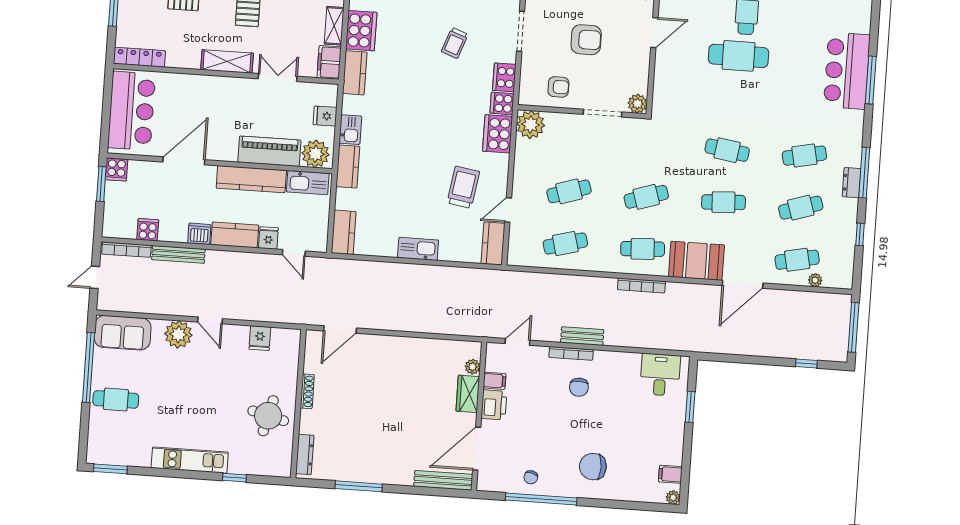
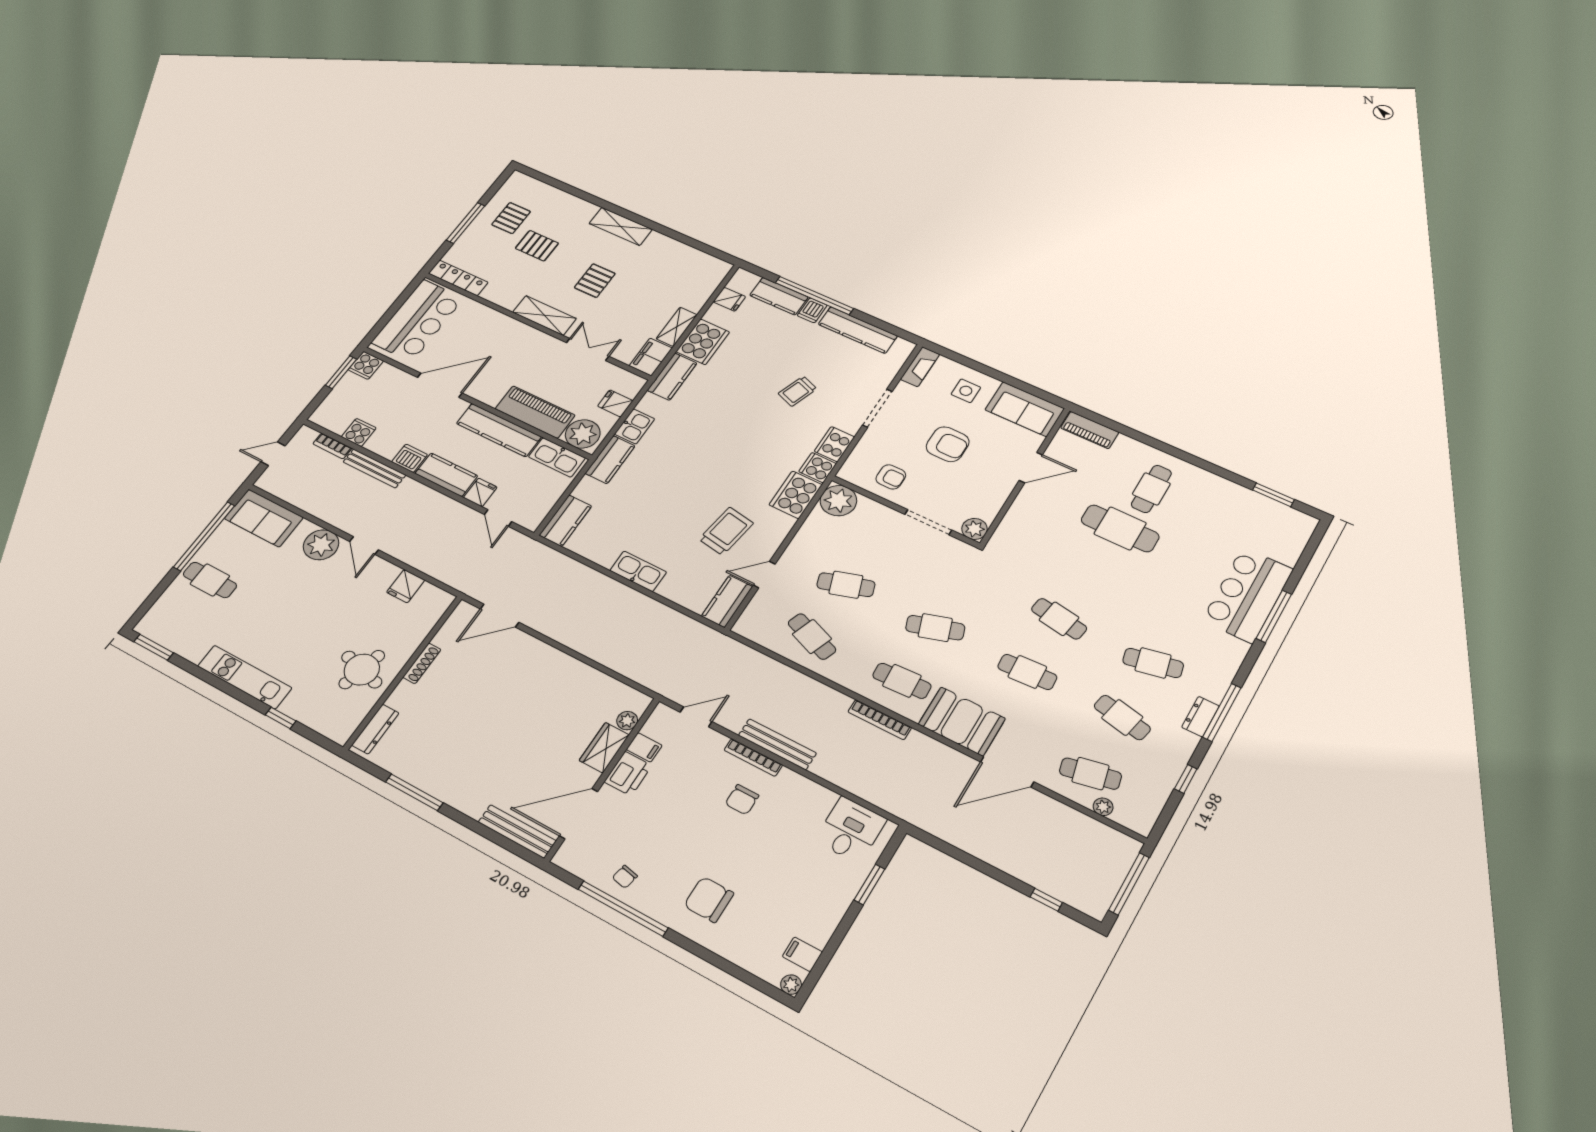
cafe table: (801, 208) -> (1122, 717), turned 30
cafe table: (565, 244) -> (812, 636), turned 36
bookcase: (126, 250) -> (332, 446), width x0.64
bench: (582, 336) -> (777, 744), width x1.36

